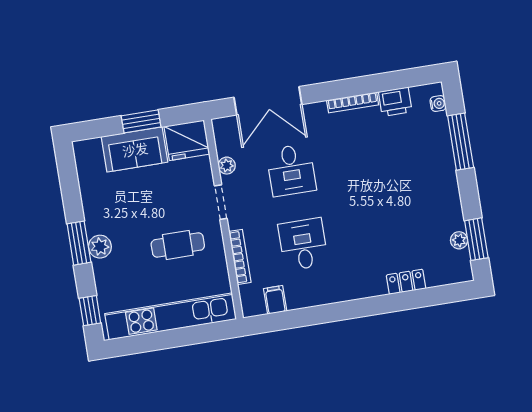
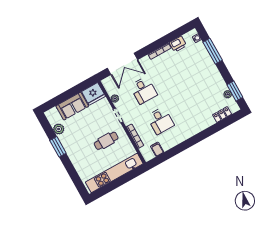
window: (141, 121) -> (71, 93), removed
window: (79, 243) -> (58, 147), moved
desk: (303, 244) -> (160, 121), turned 180
plant: (100, 247) -> (59, 129), moved
locker: (406, 282) -> (222, 115), moved
window: (90, 311) -> (78, 183), removed

